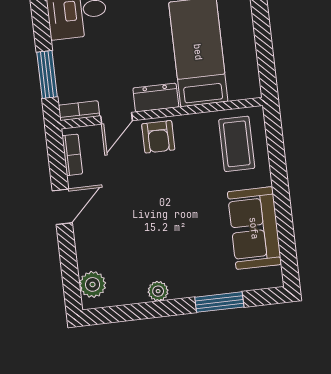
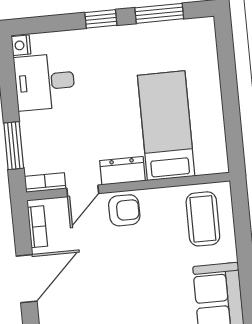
armchair: (158, 137) -> (124, 210), turned -90
door: (62, 207) -> (27, 279), width x1.38

